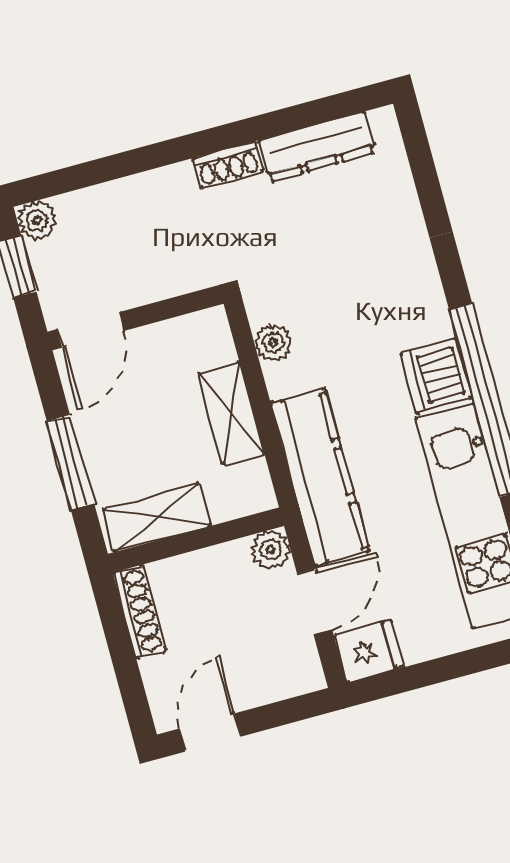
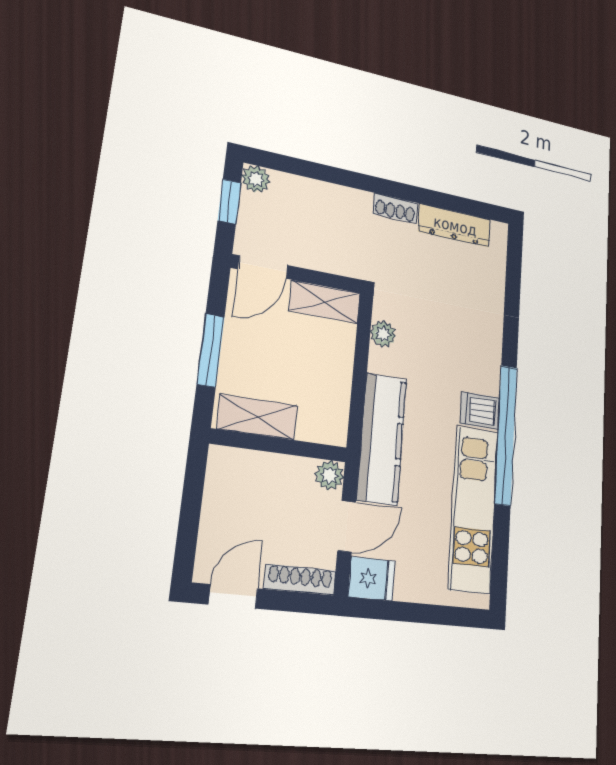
dishwasher: (437, 376) -> (480, 411), width x0.73
shelving: (231, 413) -> (325, 302), moved, turned 90
shoe rack: (139, 612) -> (300, 580), moved, turned -90

